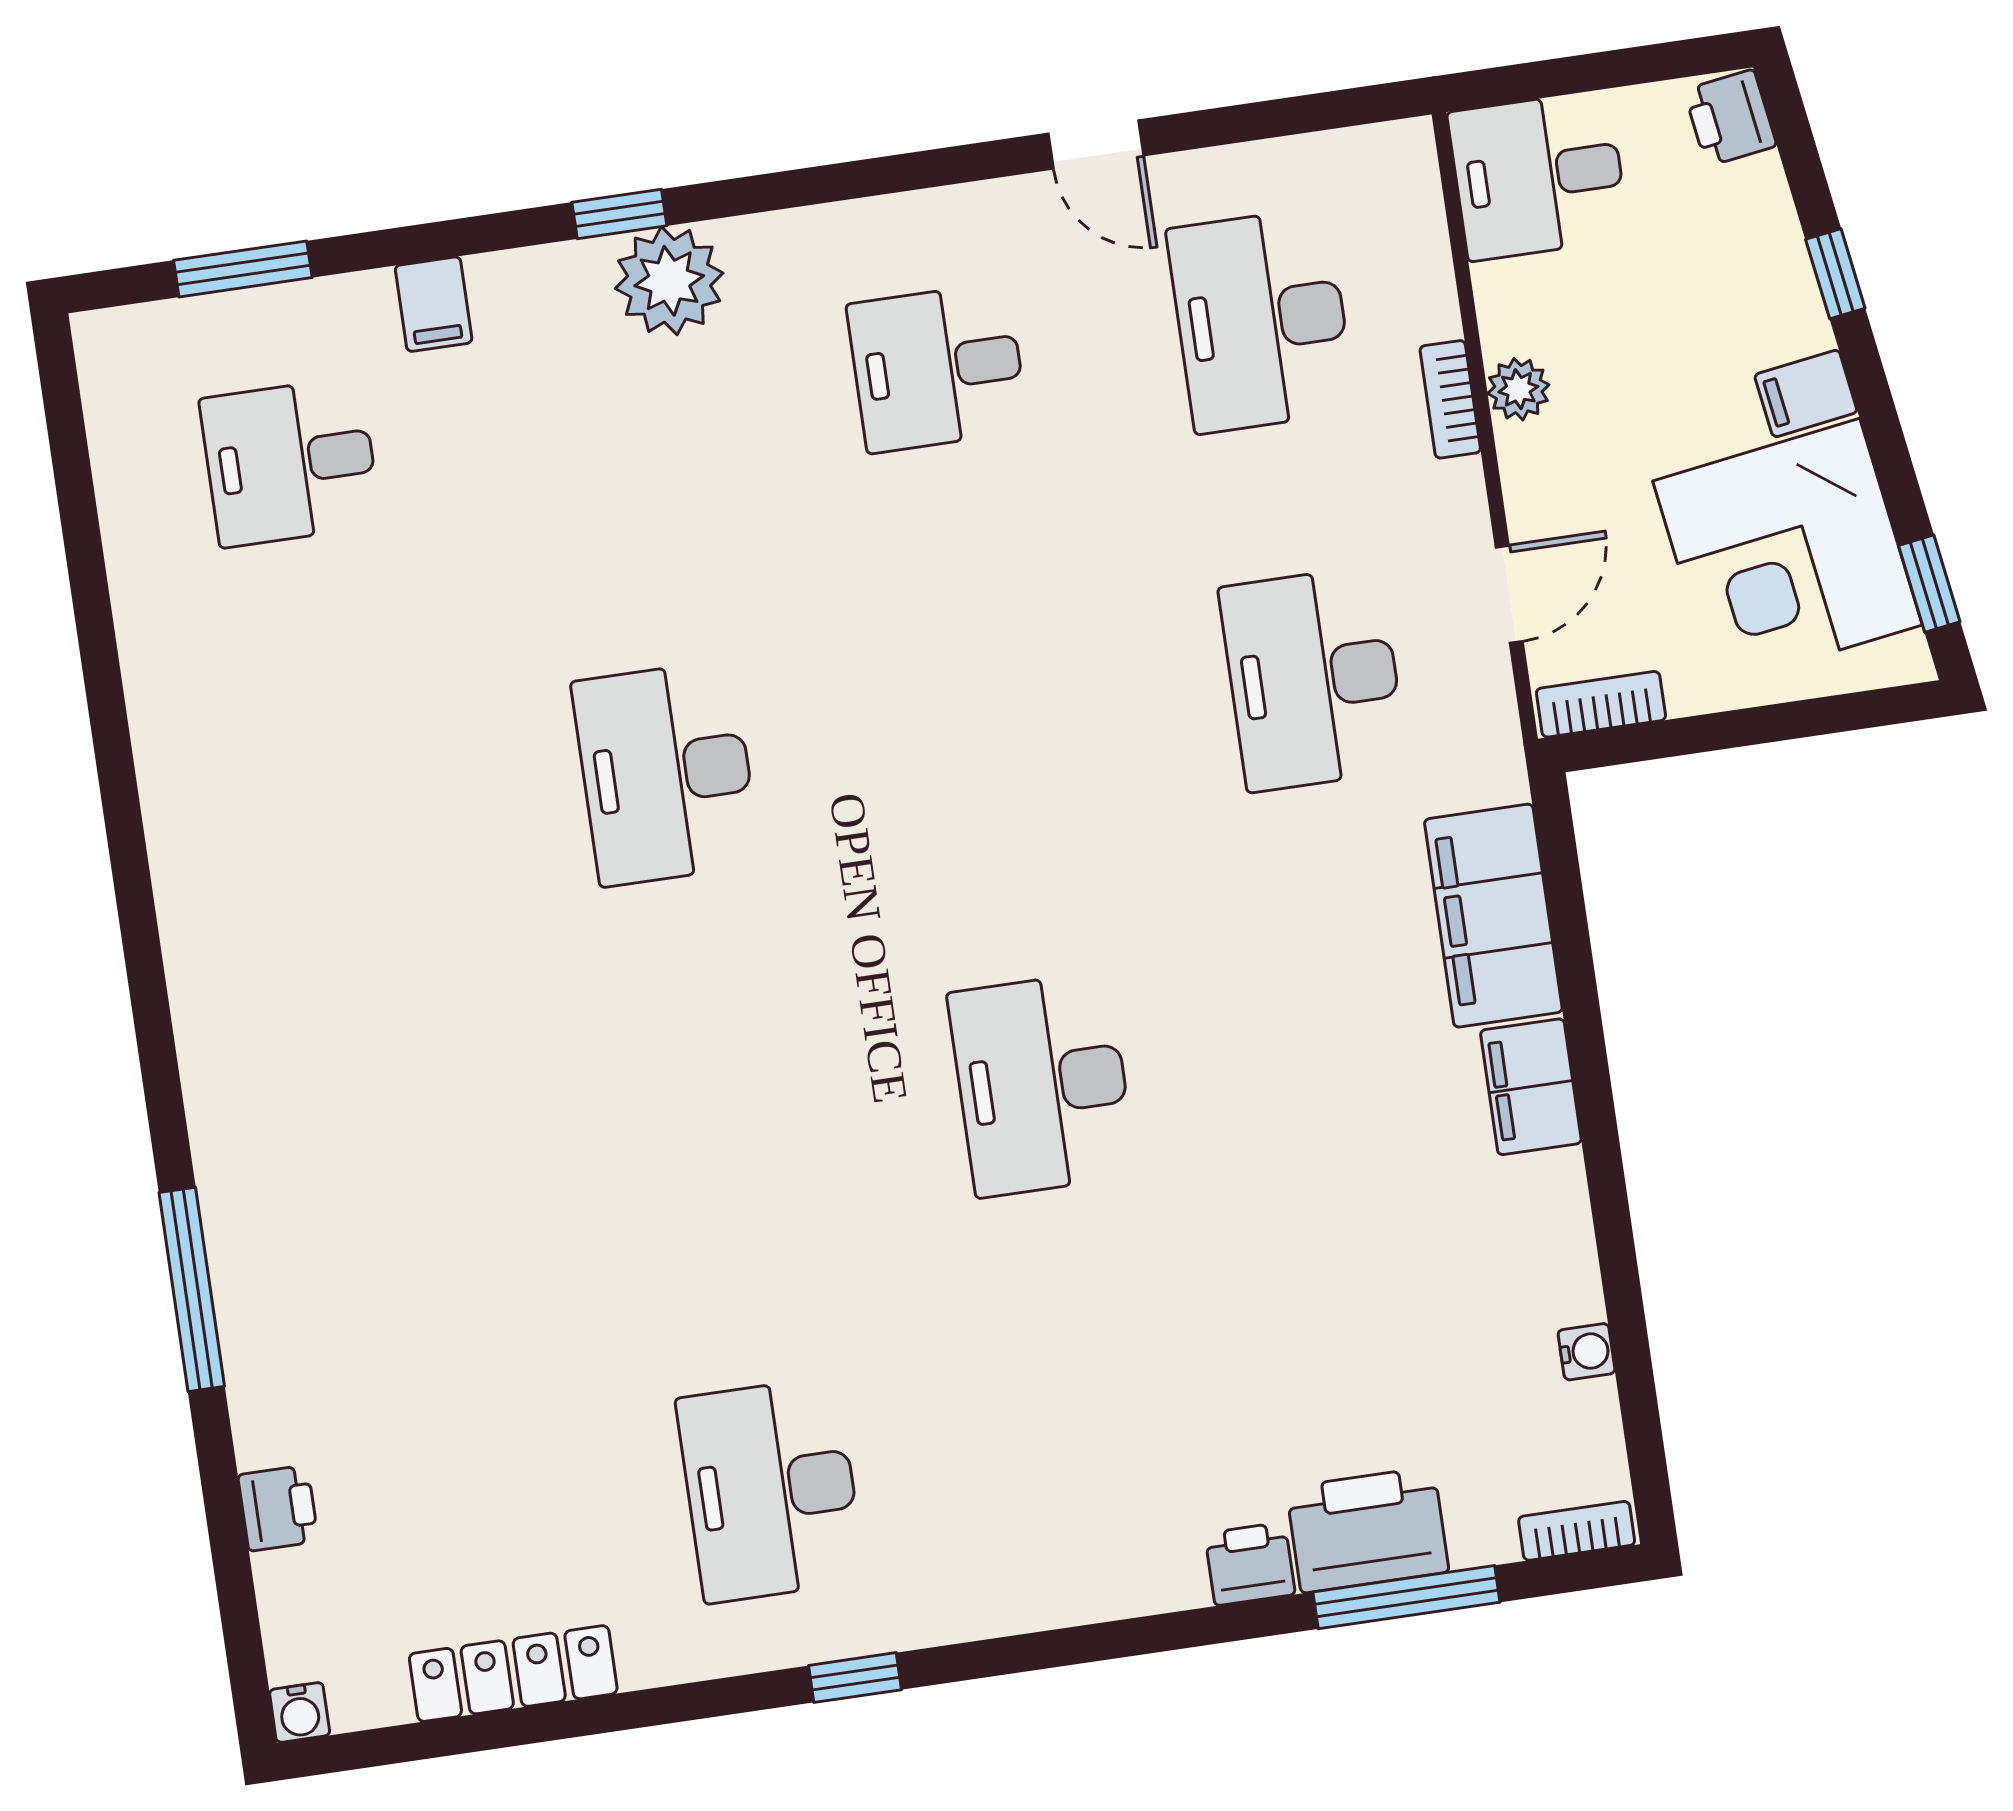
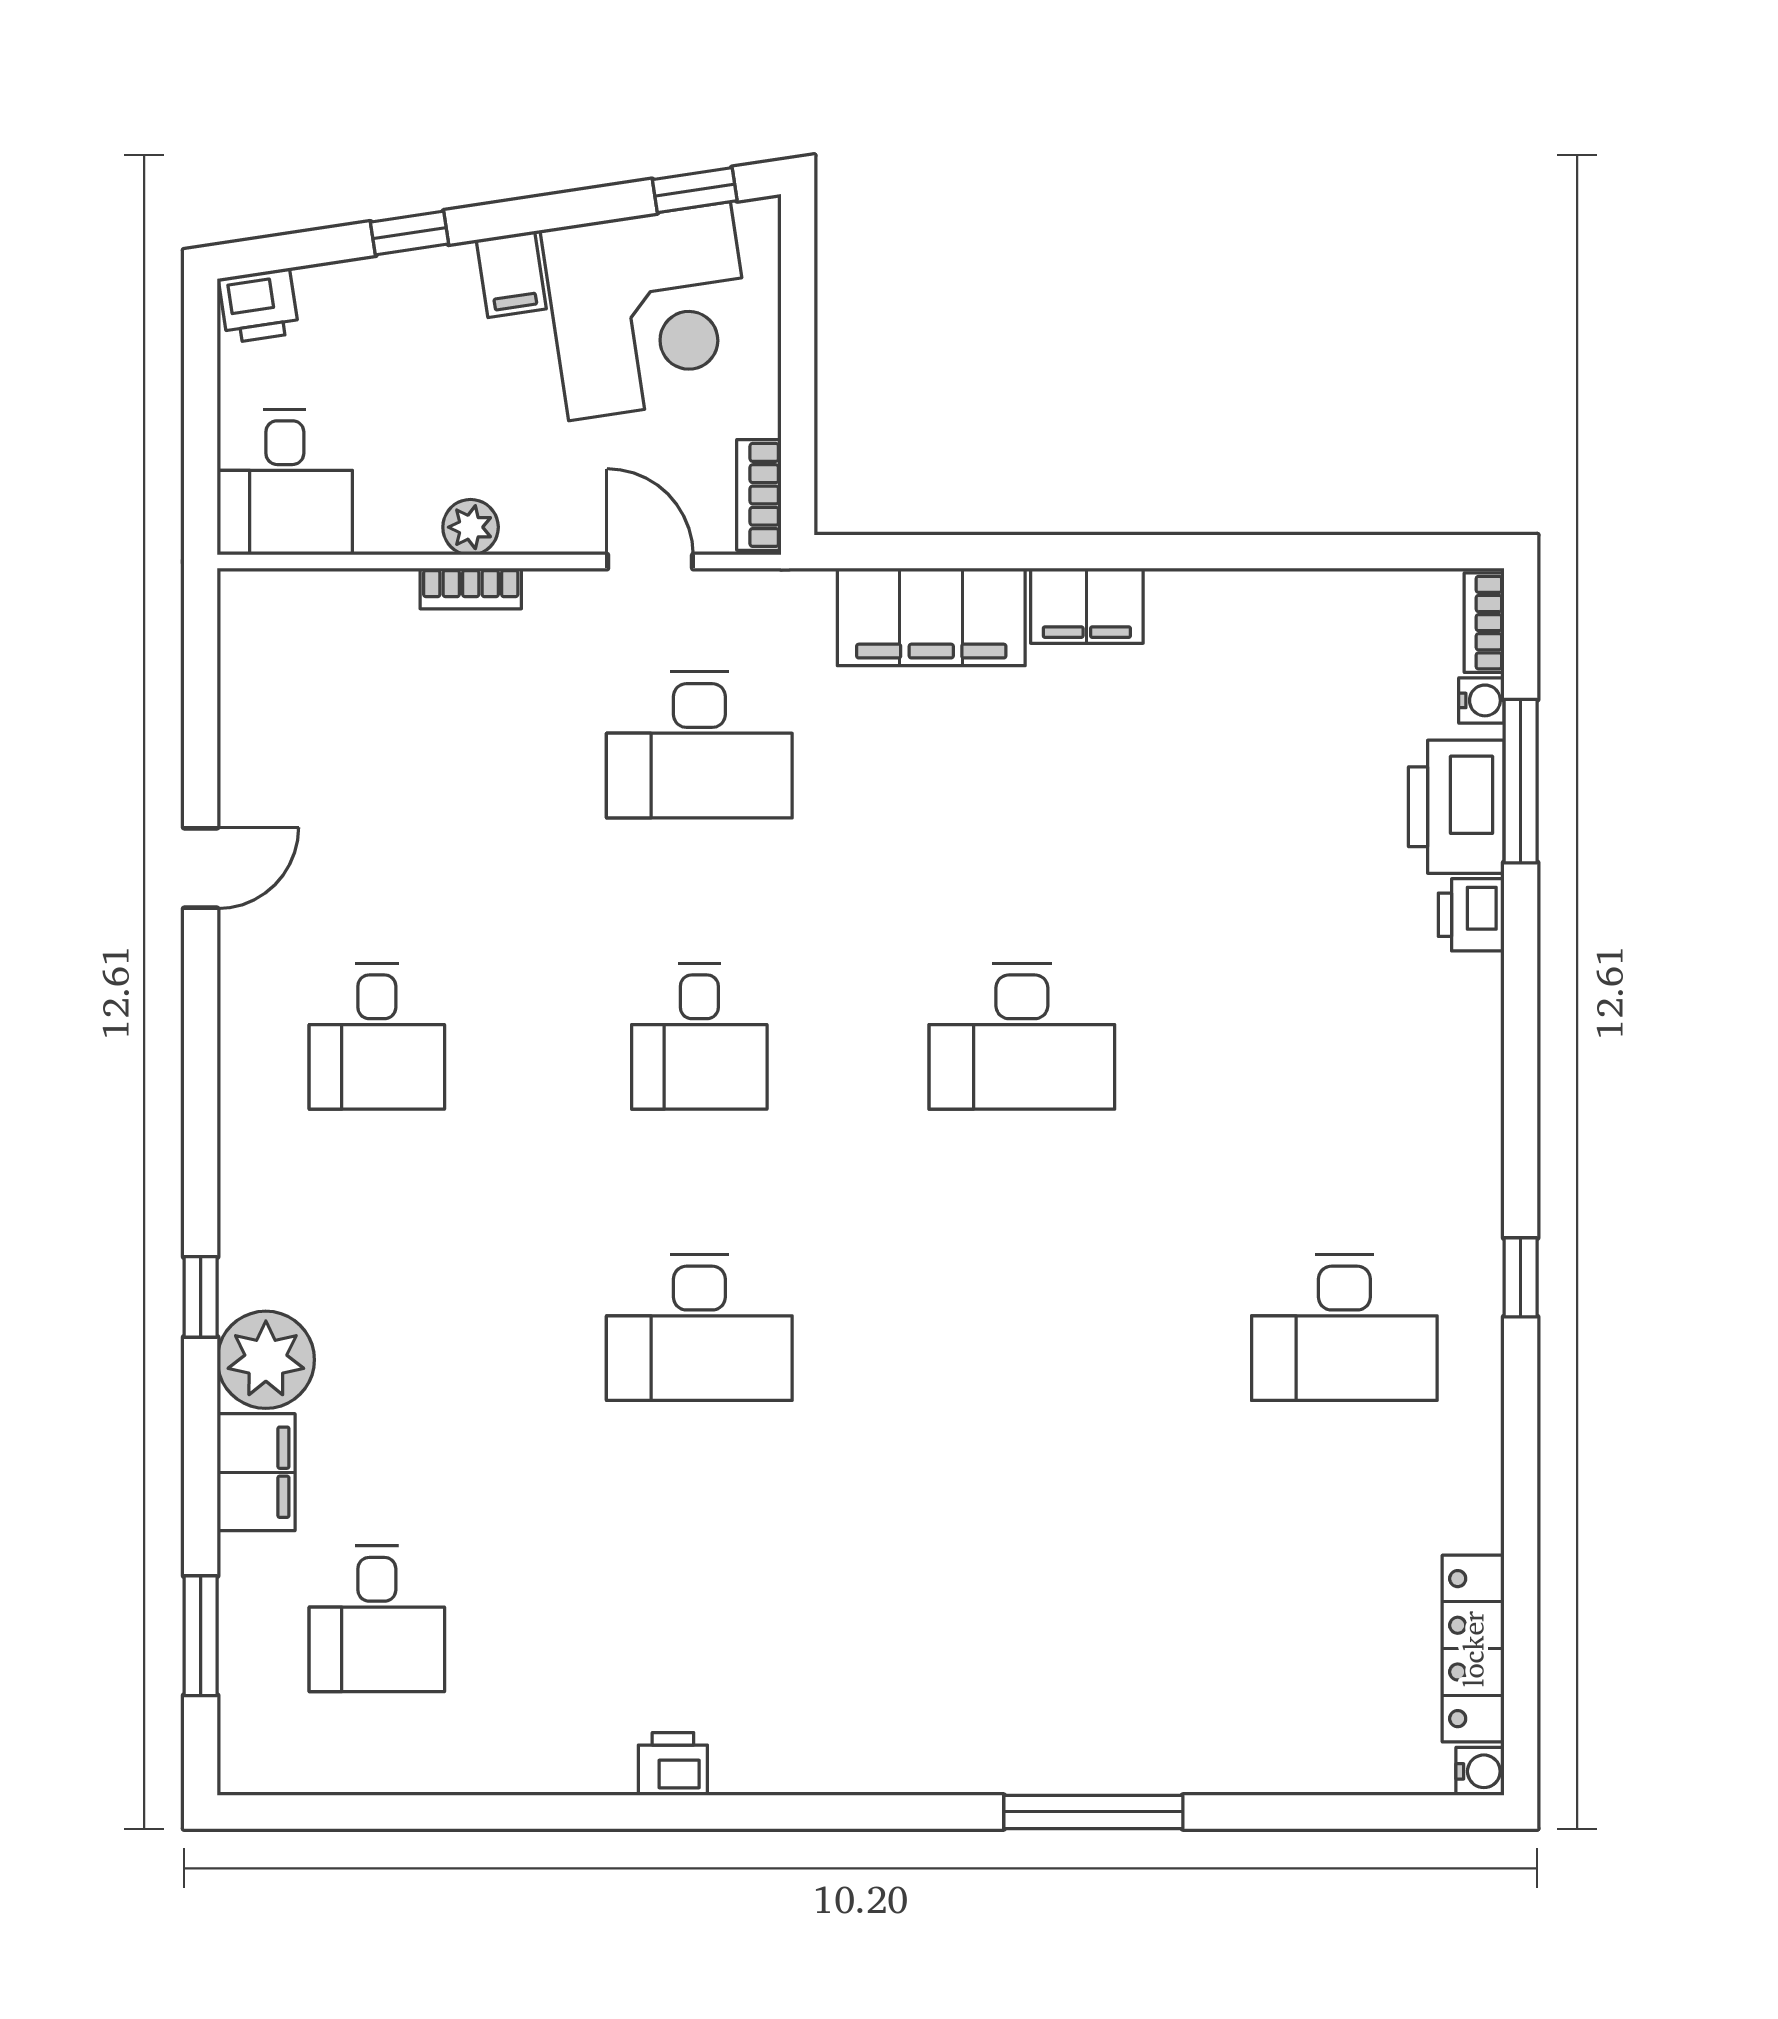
plant: (669, 281) -> (266, 1360), moved
filing cabinet: (434, 304) -> (256, 1472), width x2.00
desk: (1261, 320) -> (699, 1036), moved, width x0.73
water cooler: (1586, 1352) -> (1481, 700), moved, turned 90
printer: (278, 1508) -> (673, 1764), moved
locker: (513, 1674) -> (1473, 1649), moved

